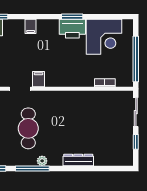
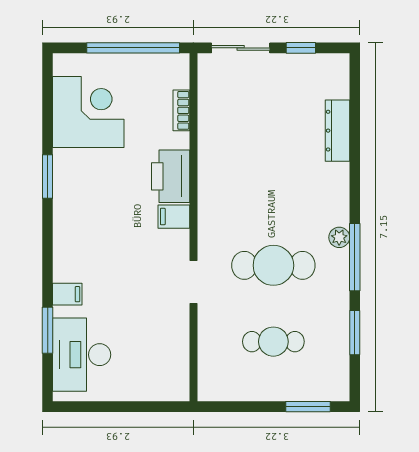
filing cabinet: (31, 26) -> (67, 294), moved
printer: (72, 29) -> (171, 176), moved, turned 180
filing cabinet: (39, 79) -> (174, 217), moved
dresser: (78, 160) -> (337, 131), moved

